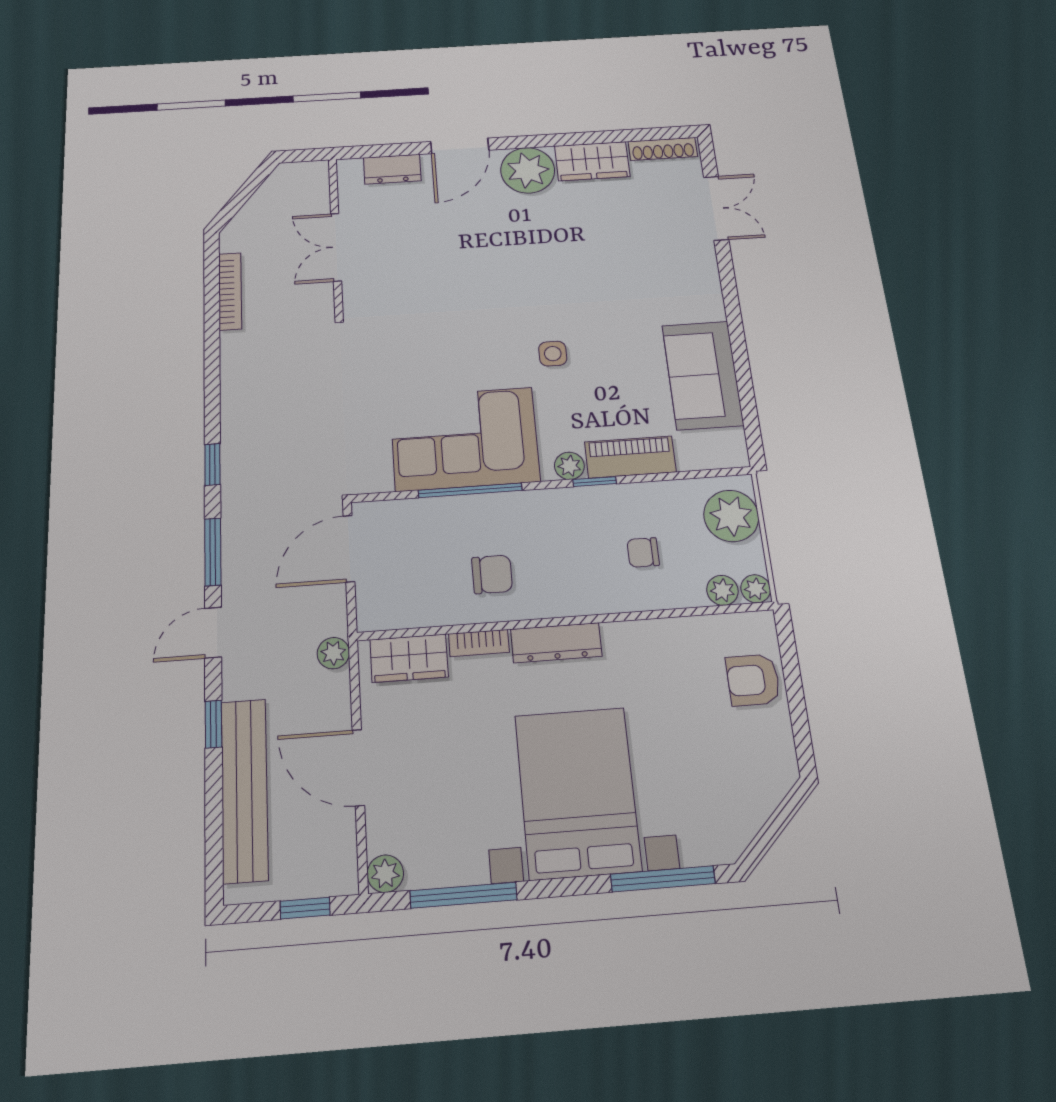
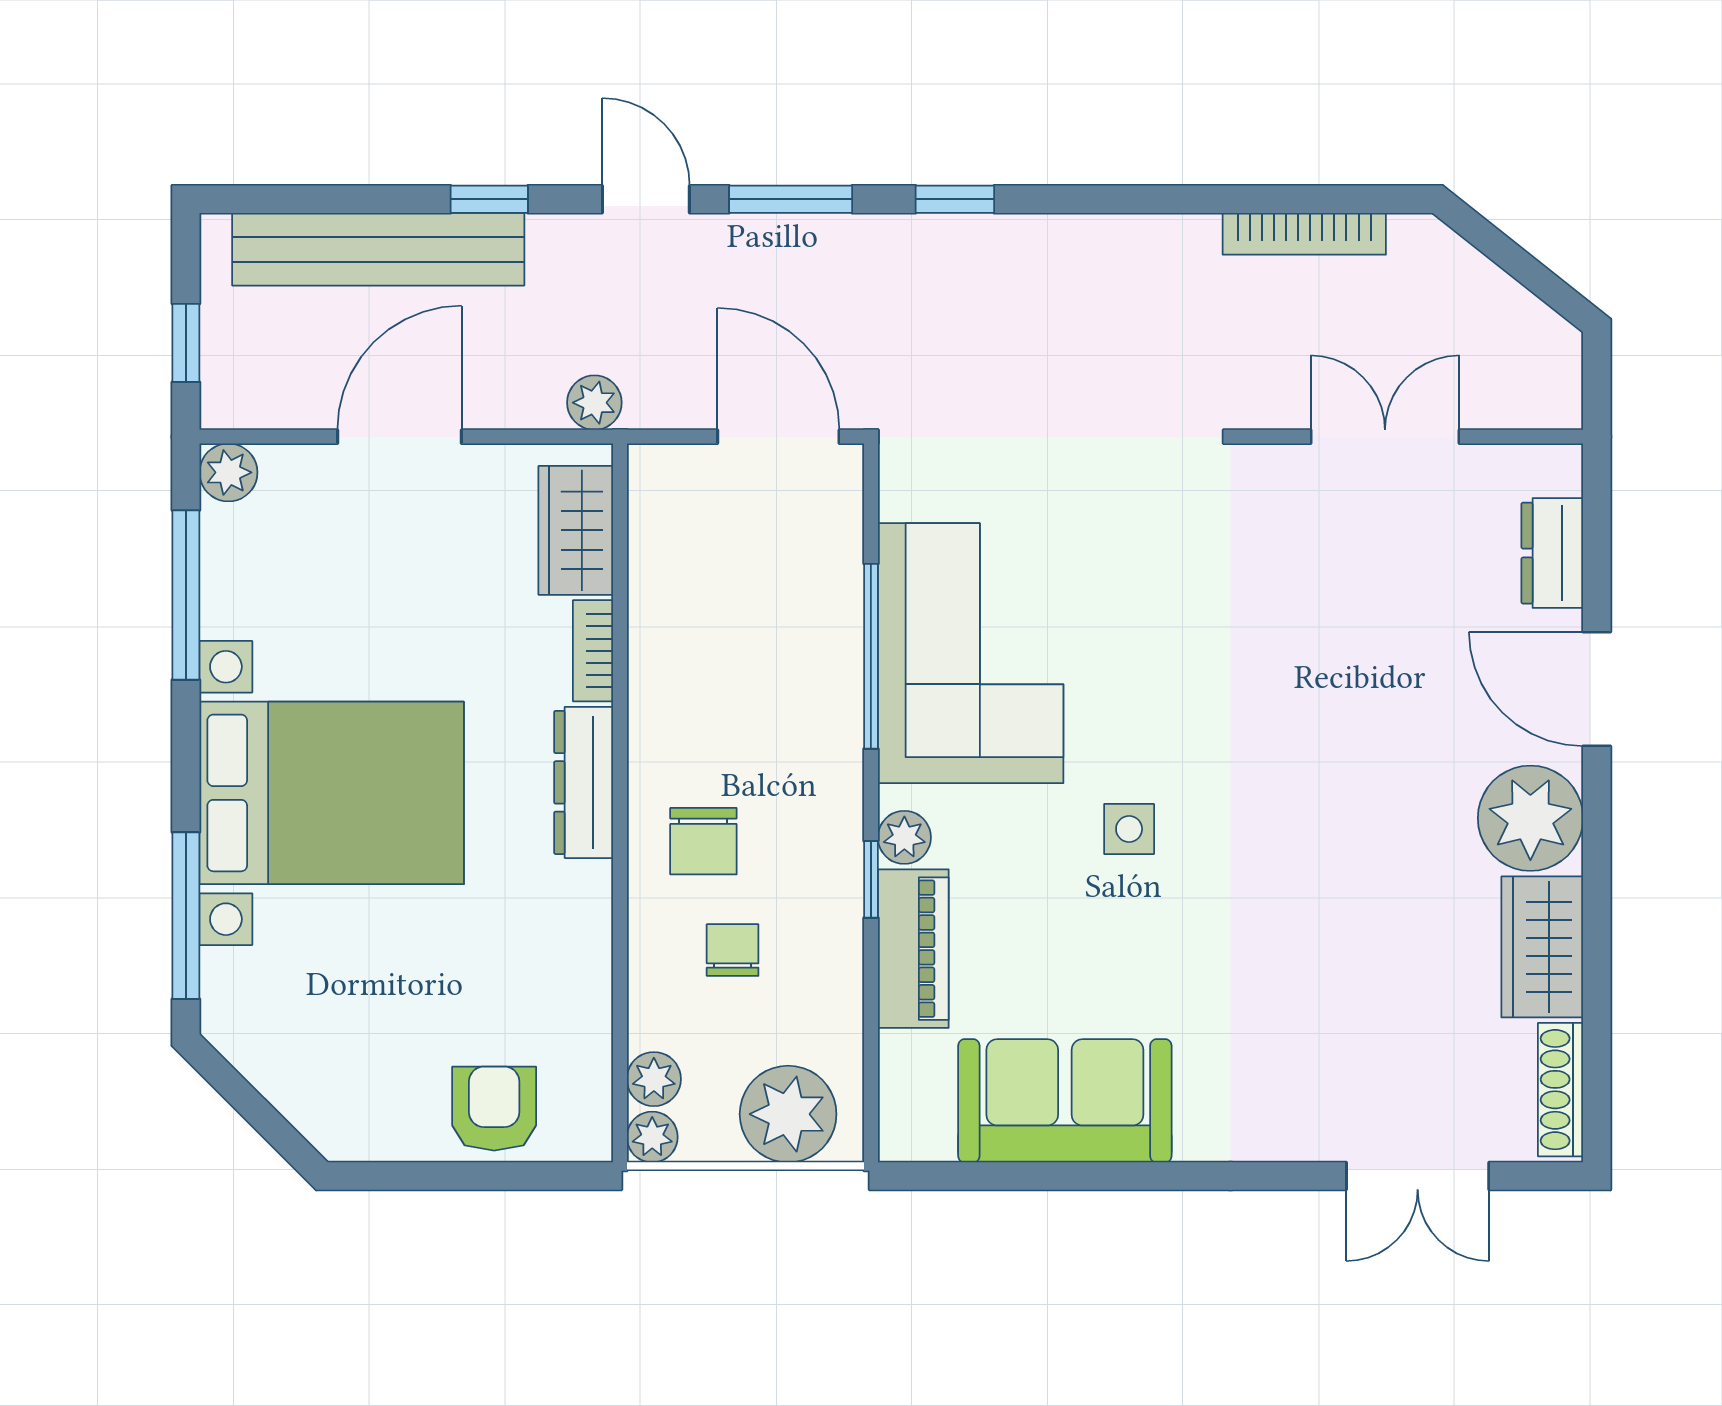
chair: (492, 574) -> (703, 841), moved

